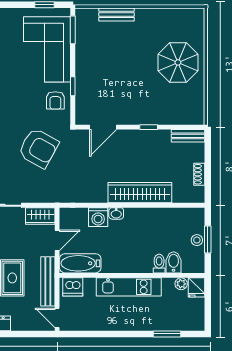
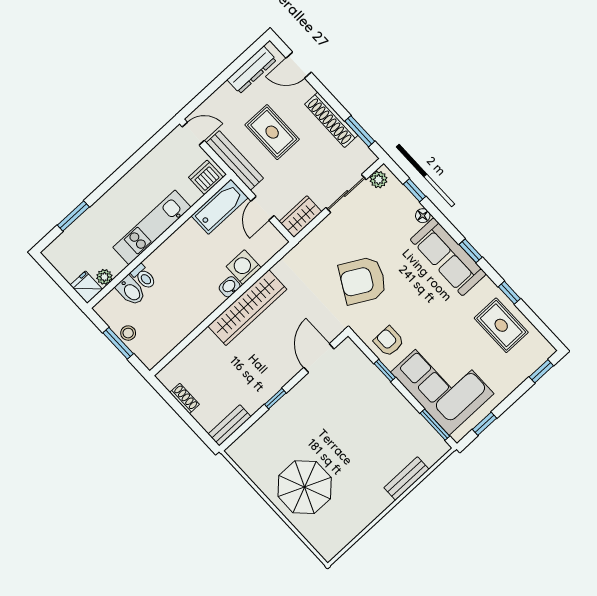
wardrobe: (140, 193) -> (247, 308), moved

